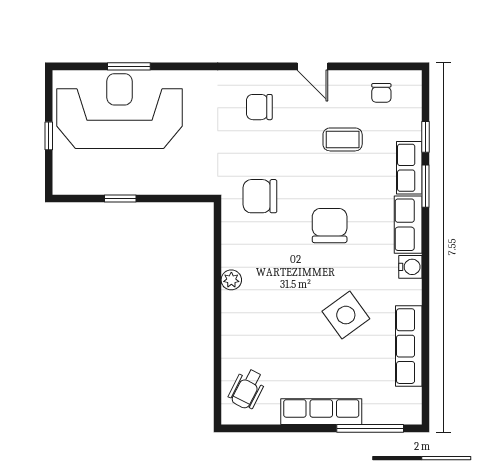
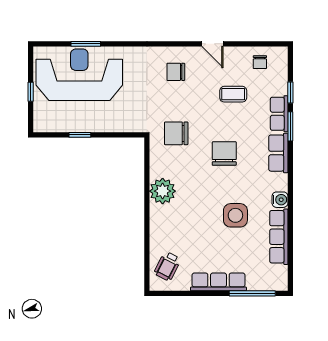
water cooler: (410, 267) -> (280, 200), moved
plant: (231, 280) -> (163, 191), width x1.87, depth x1.87
side table: (346, 315) -> (235, 215), turned 36

